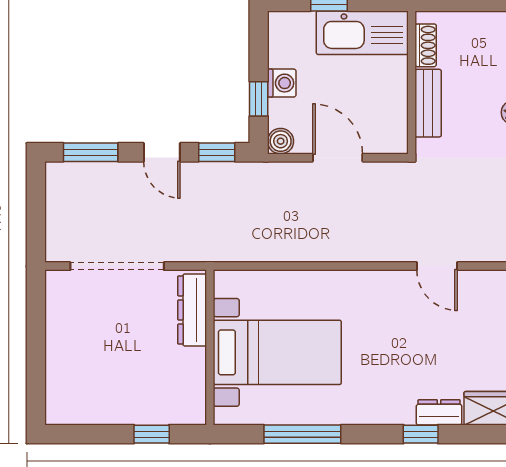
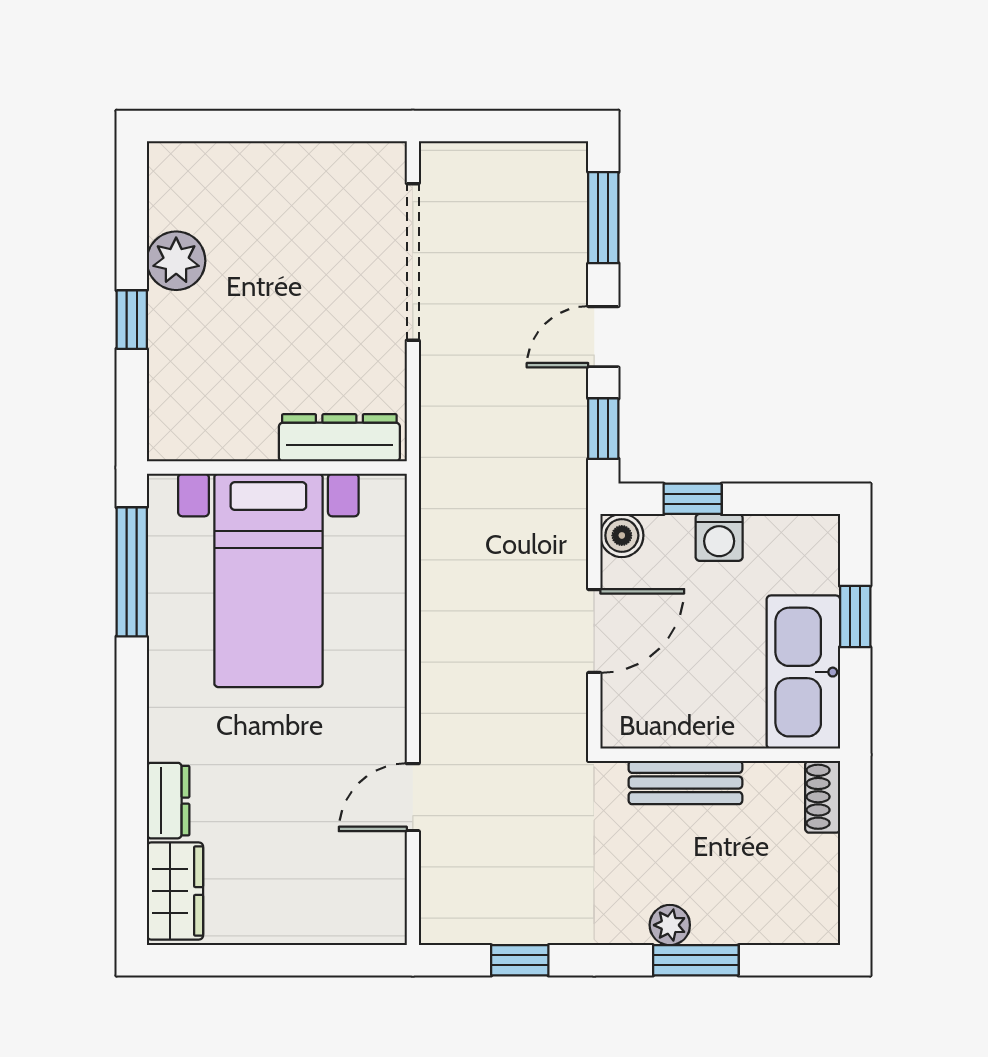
shoe rack: (426, 45) -> (823, 797), moved, turned 90
dresser: (192, 310) -> (339, 438), moved
wall: (210, 347) -> (277, 468), moved
bed with nightstands: (277, 352) -> (268, 580), moved
plant: (116, 408) -> (176, 261), added
window: (421, 434) -> (132, 770), removed

